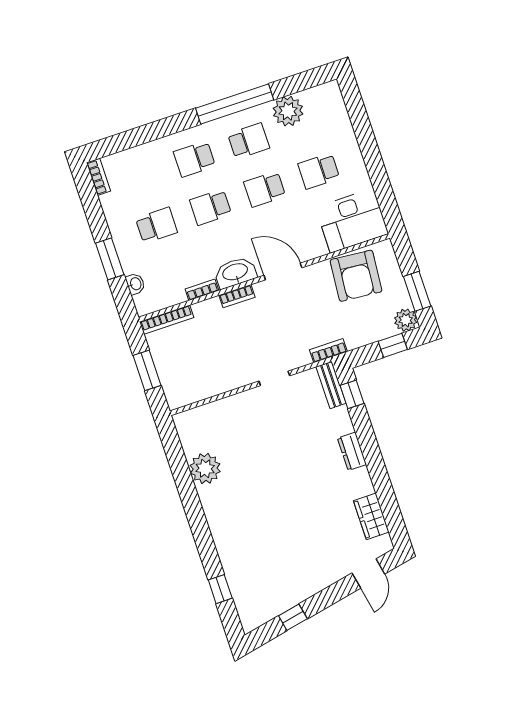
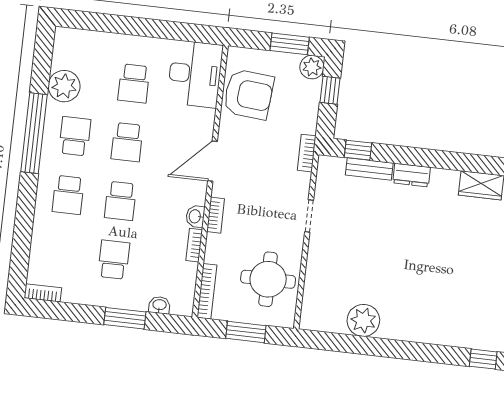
washbasin: (235, 272) -> (195, 216), width x0.52, depth x0.69
round table: (202, 368) -> (268, 279), added
bench: (331, 385) -> (369, 169), moved

